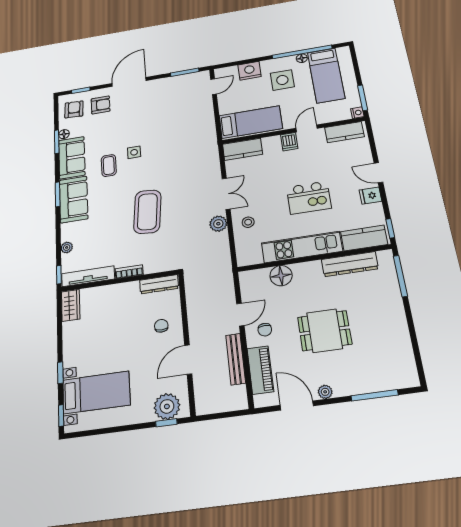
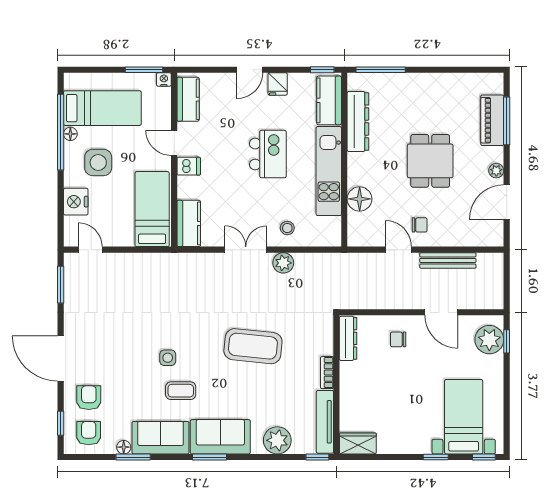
armchair: (74, 109) -> (89, 433), turned 87
plant: (67, 247) -> (277, 440), width x1.87, depth x1.87
piano: (260, 370) -> (492, 120), moved, turned -90

